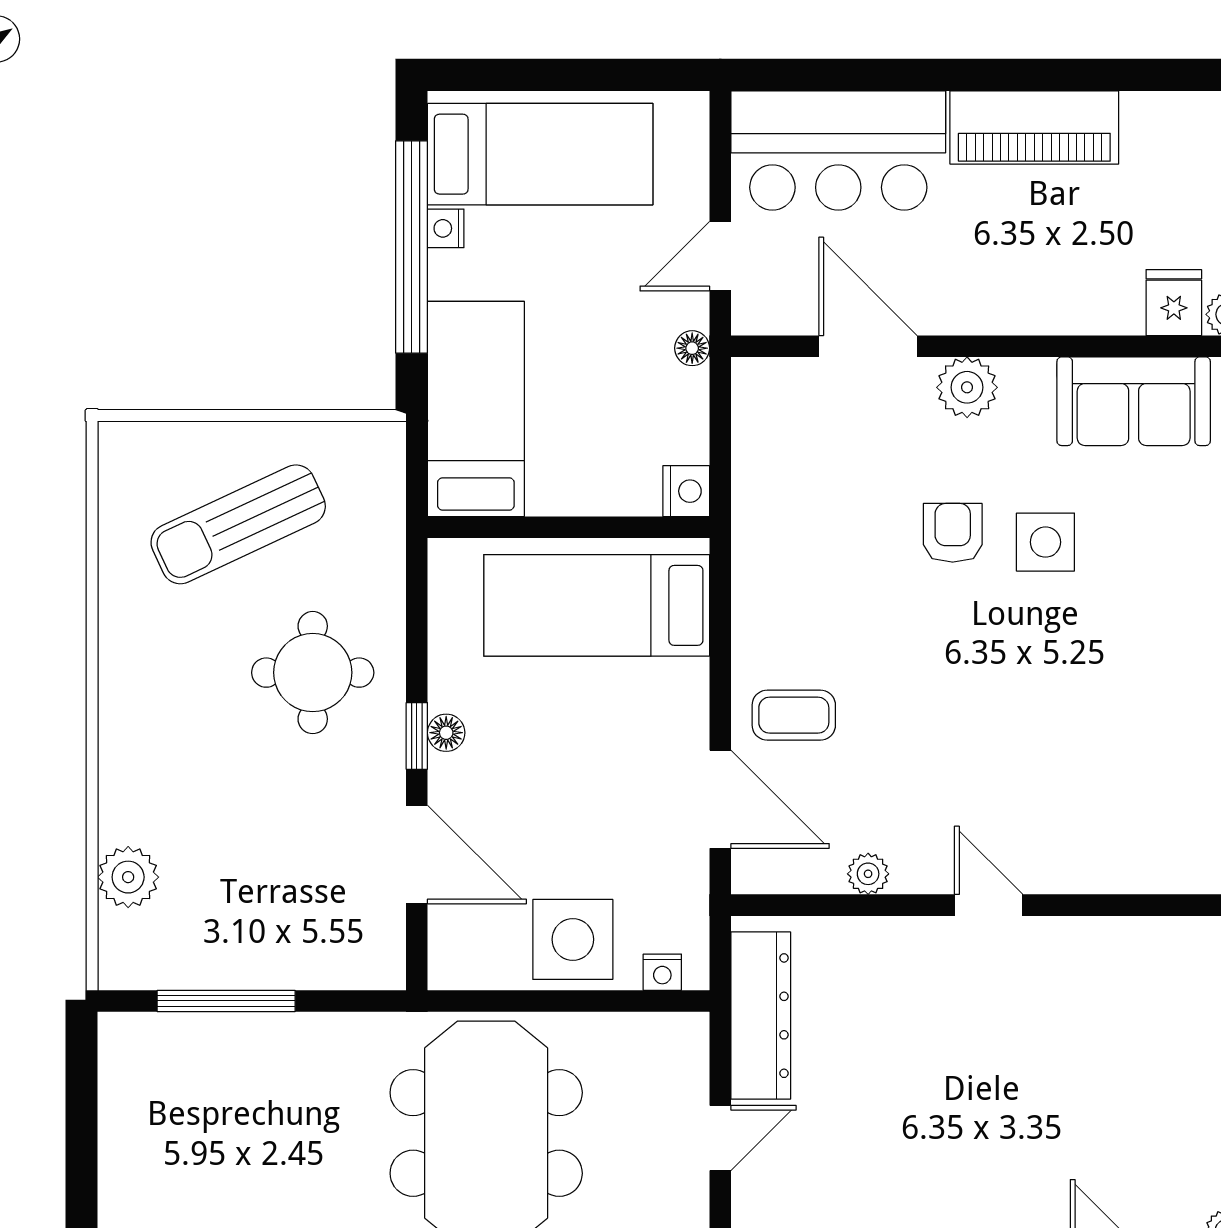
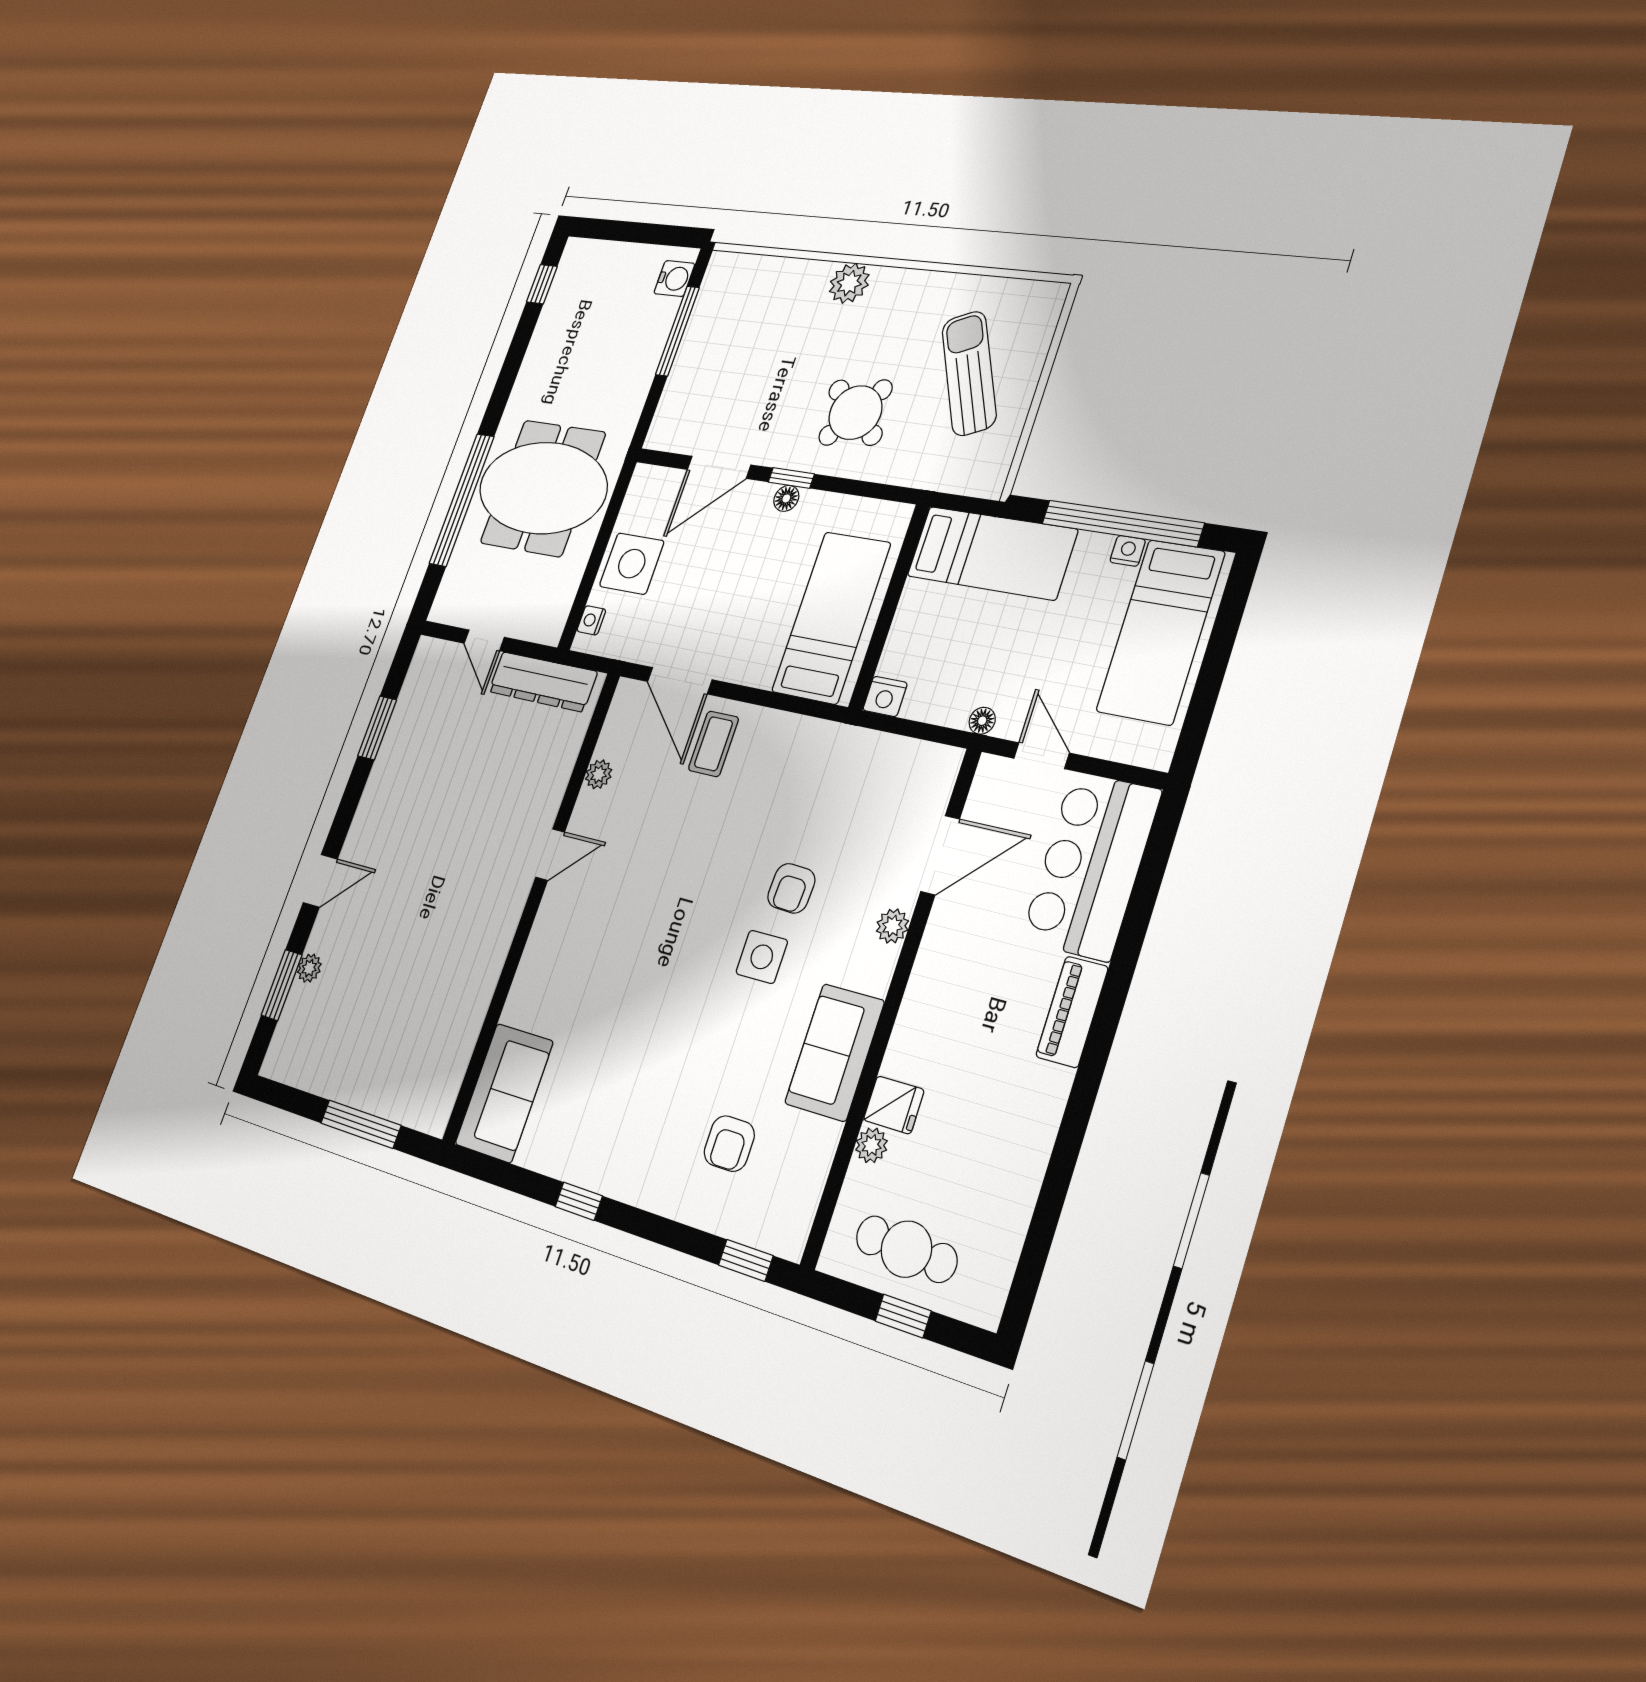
piano: (1034, 127) -> (1072, 1012), width x0.73, depth x0.75
plant: (967, 387) -> (892, 926), width x0.73, depth x0.73
armchair: (953, 533) -> (791, 888), turned 93
round table: (313, 673) -> (855, 413), turned 38
door: (720, 799) -> (680, 681), hinge flipped
plant: (128, 877) -> (849, 283), moved
water cooler: (147, 1038) -> (674, 279), added

